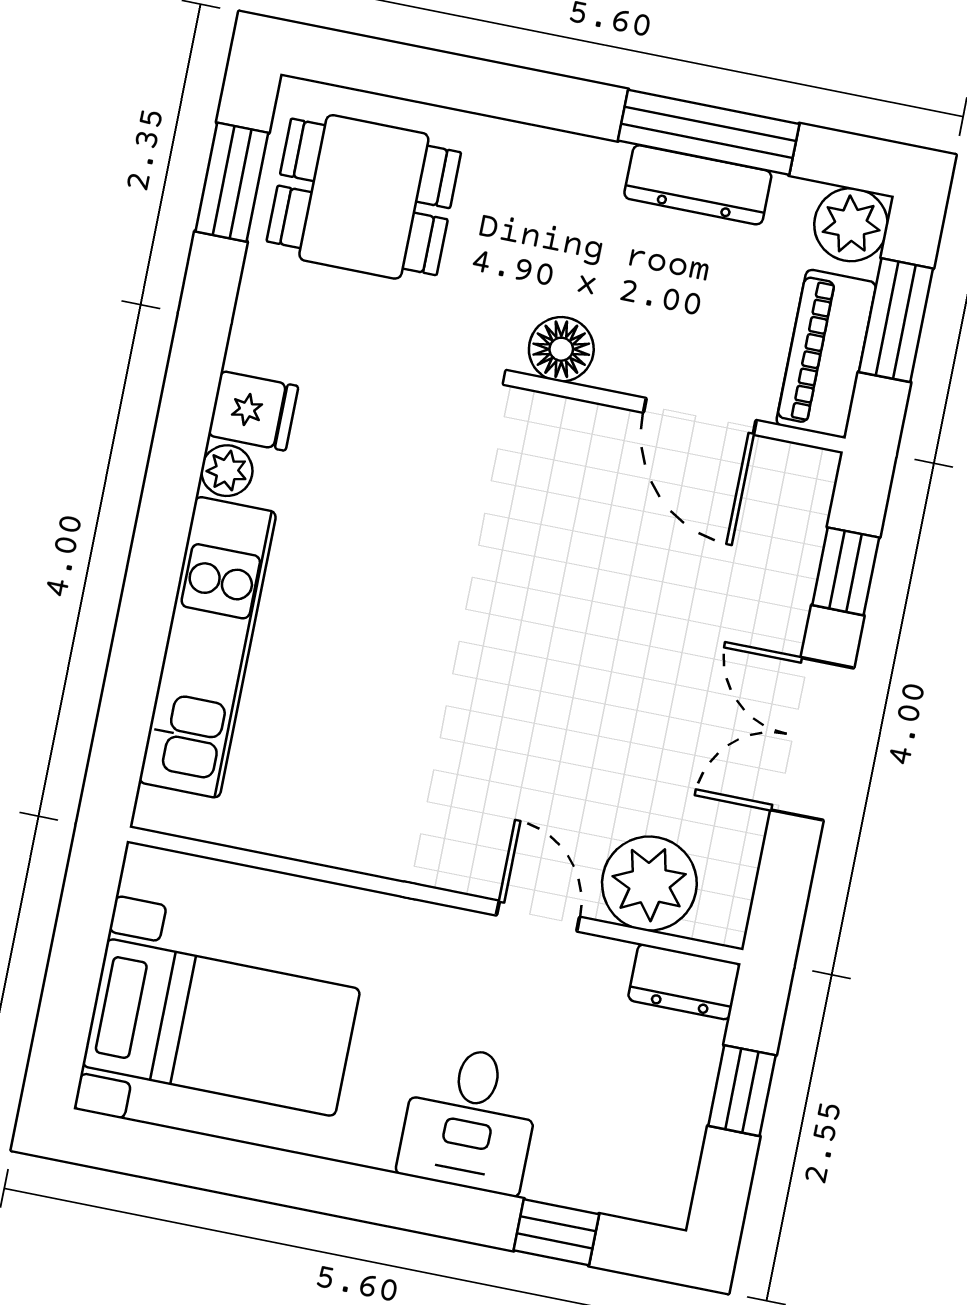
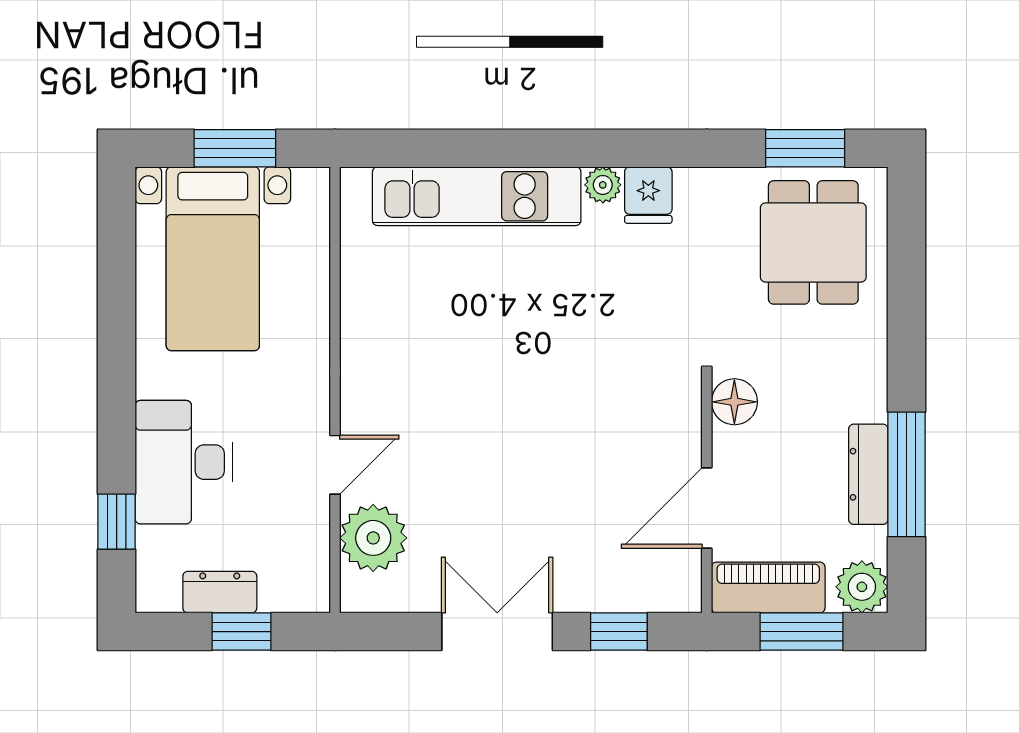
window: (75, 967) -> (235, 148), added
dresser: (684, 982) -> (220, 592), moved, turned 90
desk: (470, 1119) -> (184, 462), width x1.37

